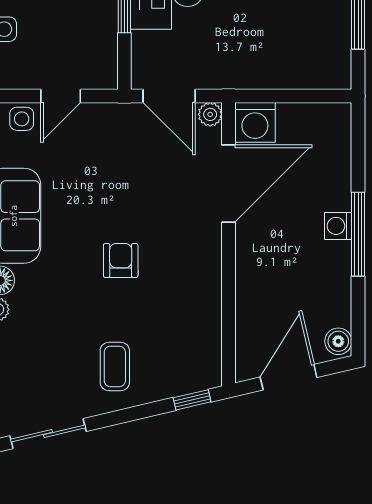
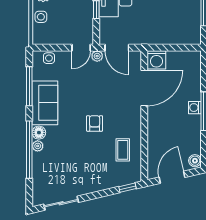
door: (61, 96) -> (81, 48), moved
plant: (210, 114) -> (97, 56), moved
coffee table: (115, 366) -> (123, 150), moved

